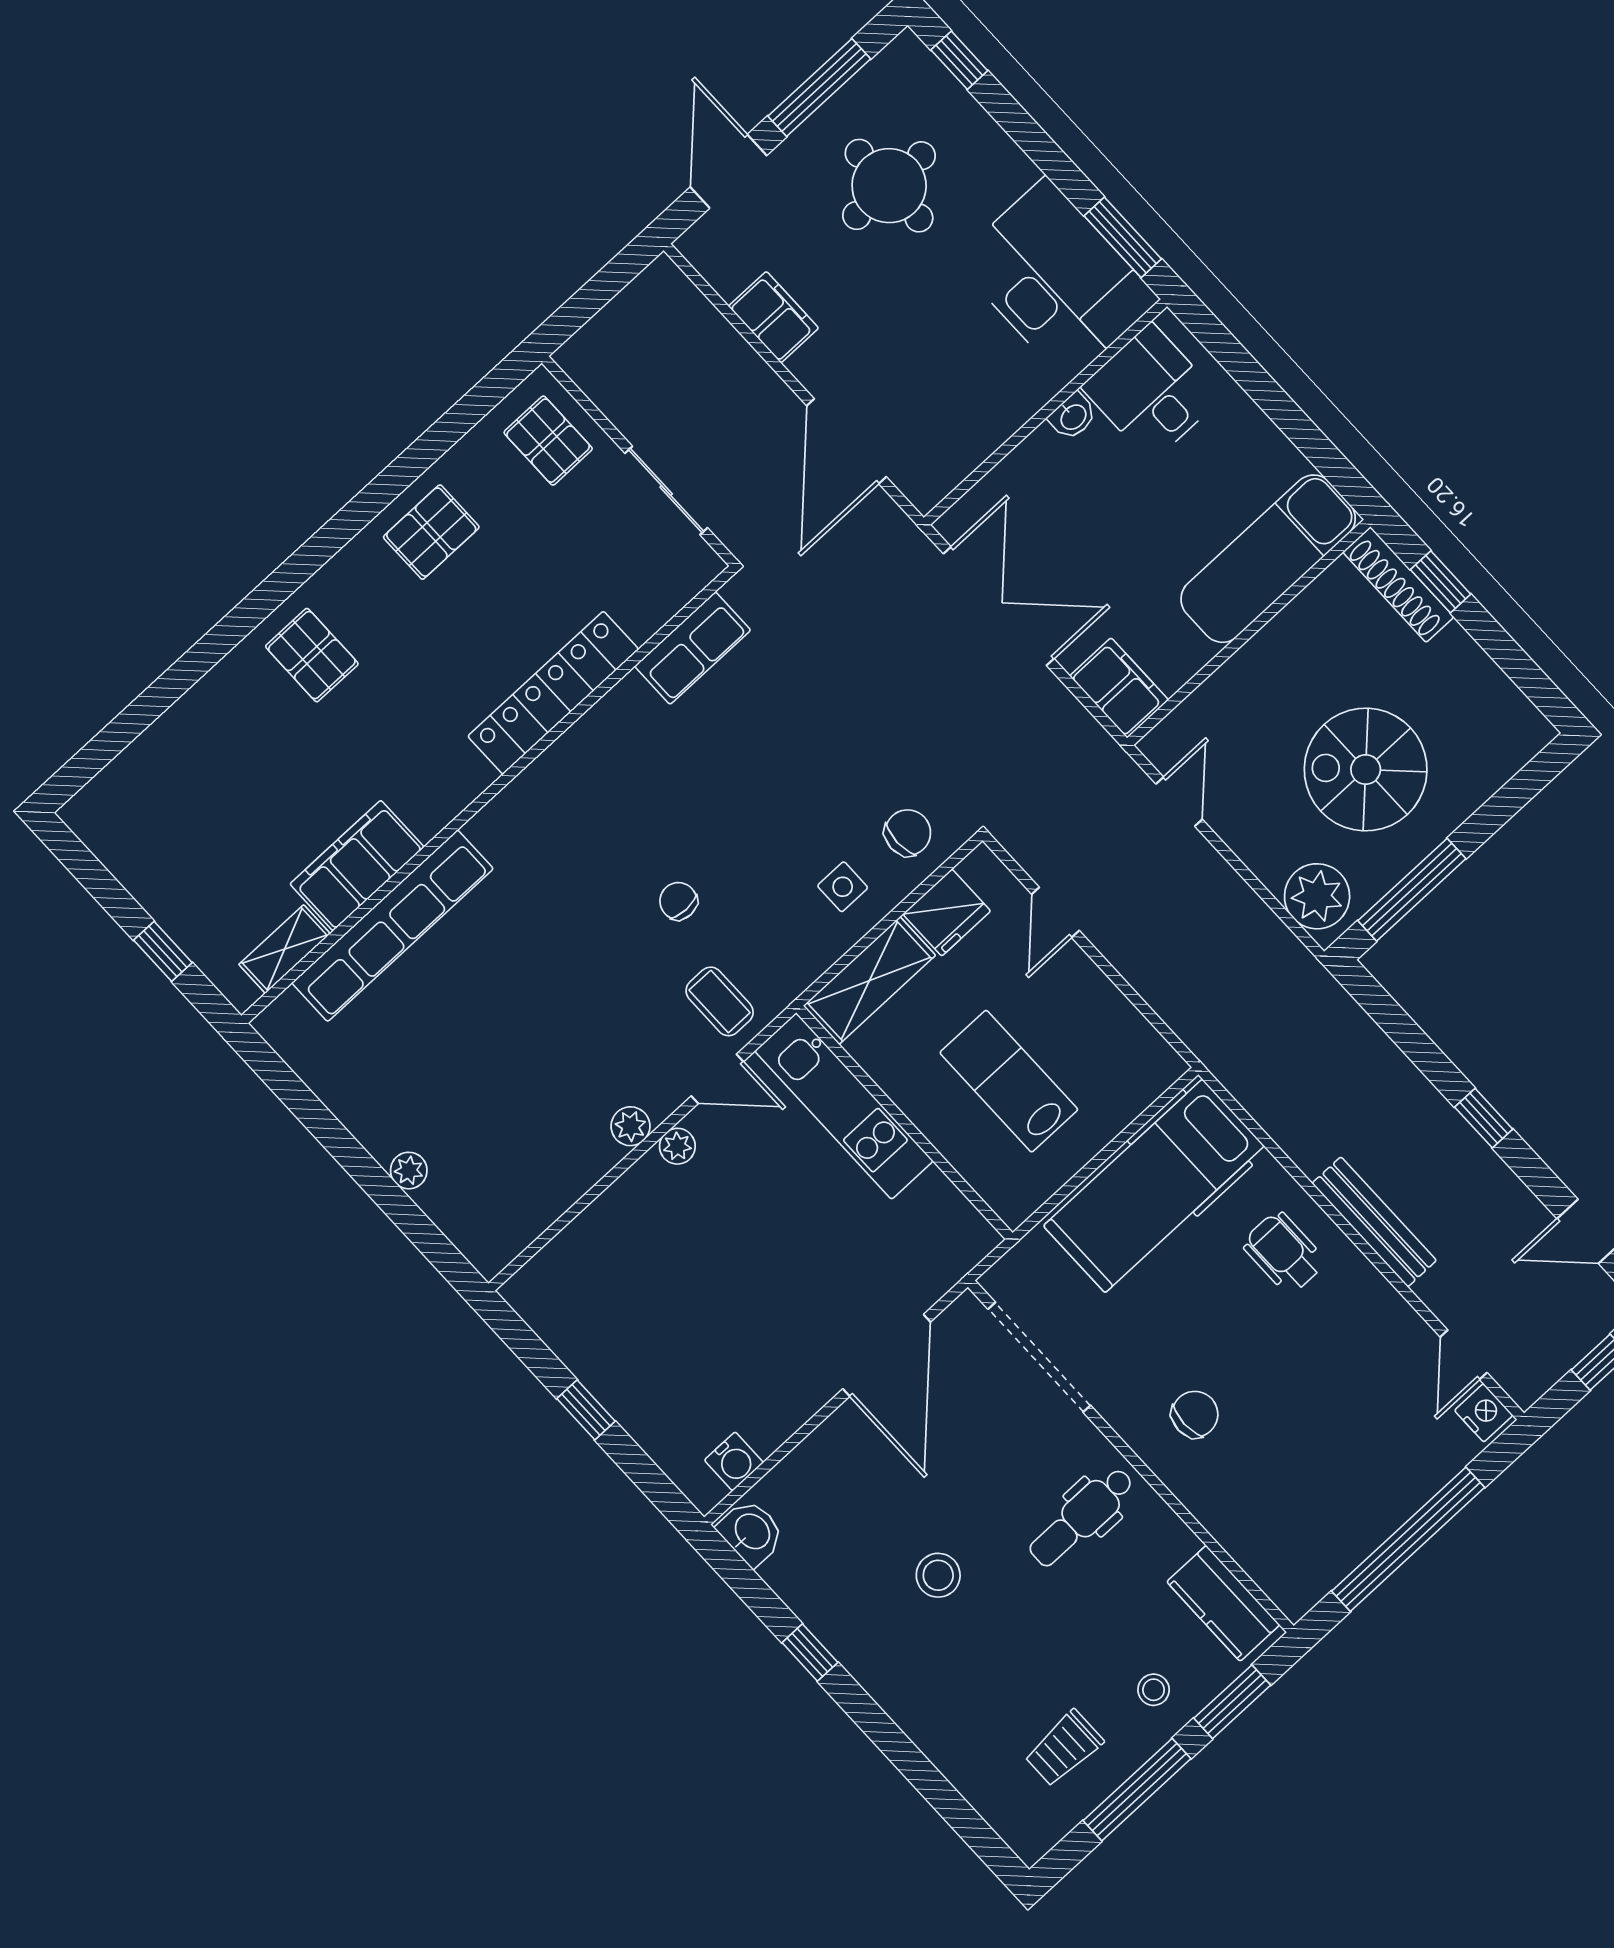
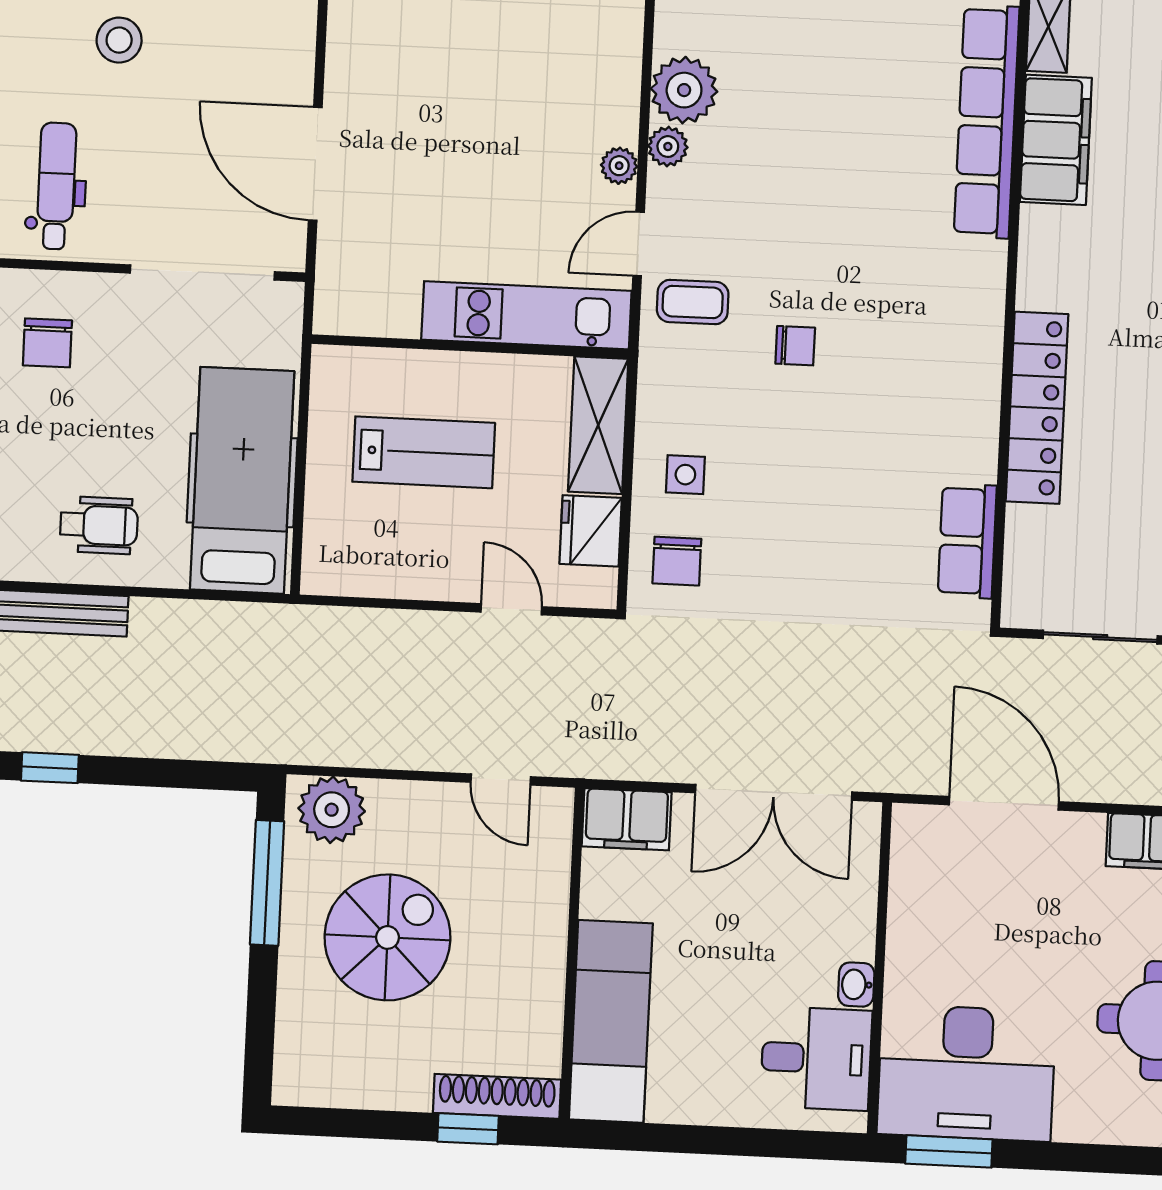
plant: (581, 1154) -> (684, 90), added

